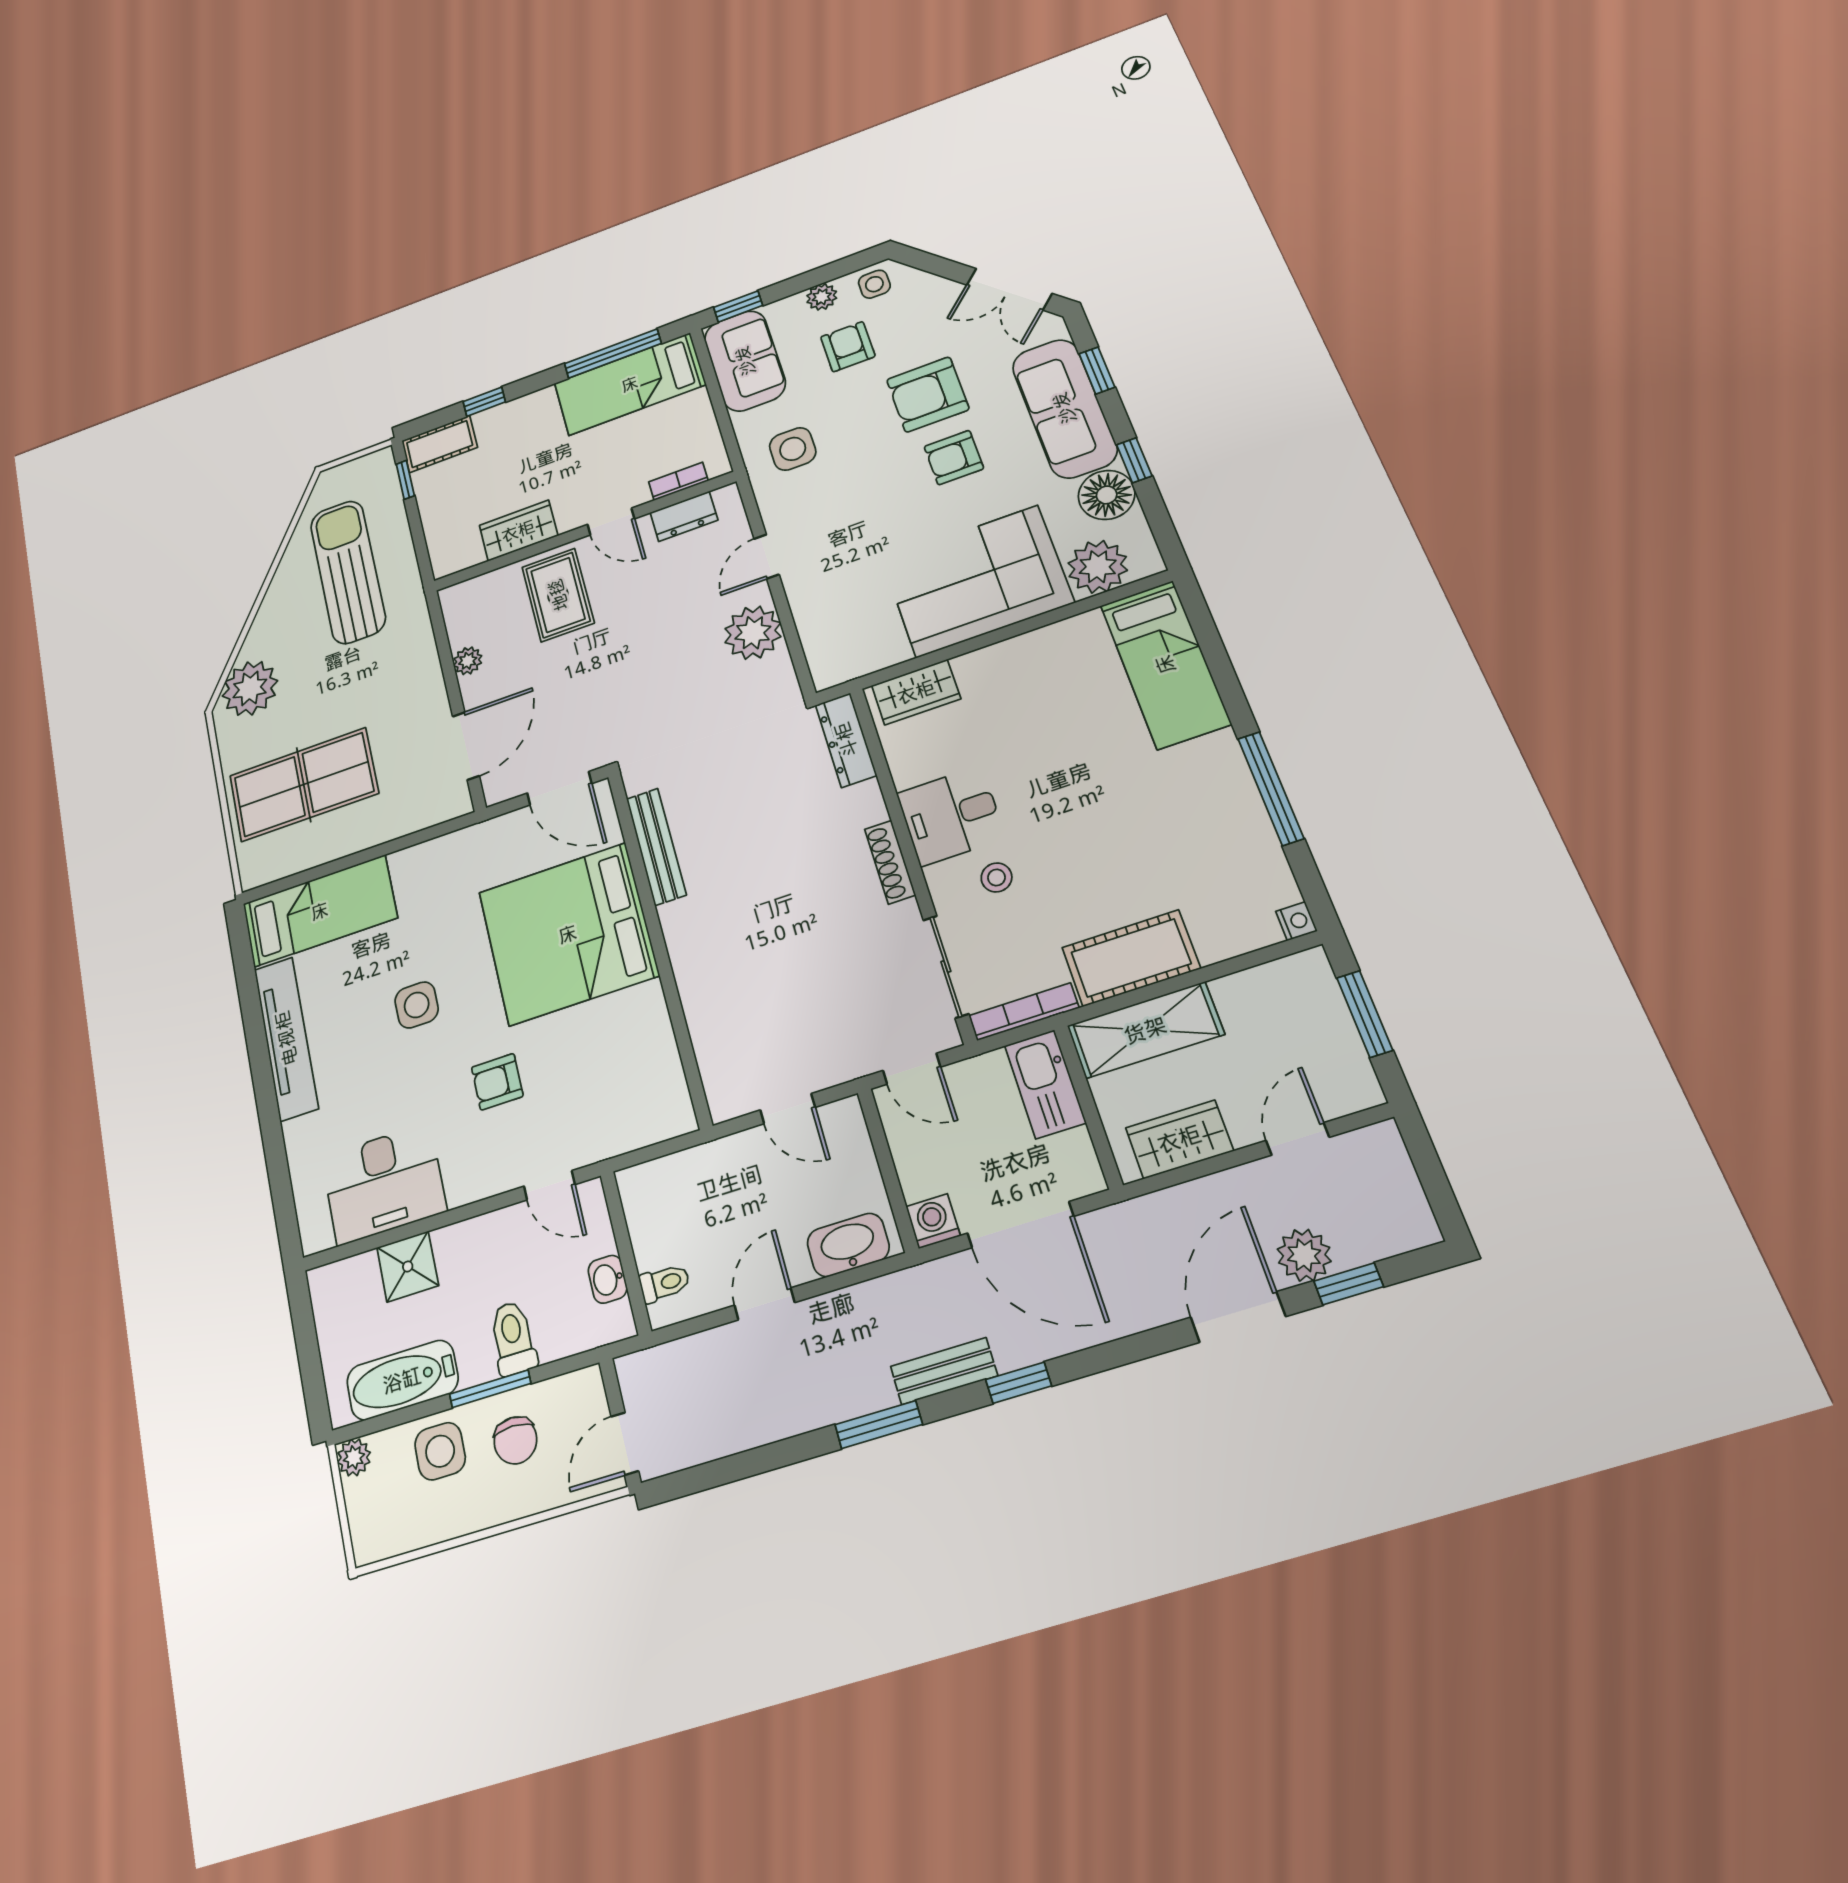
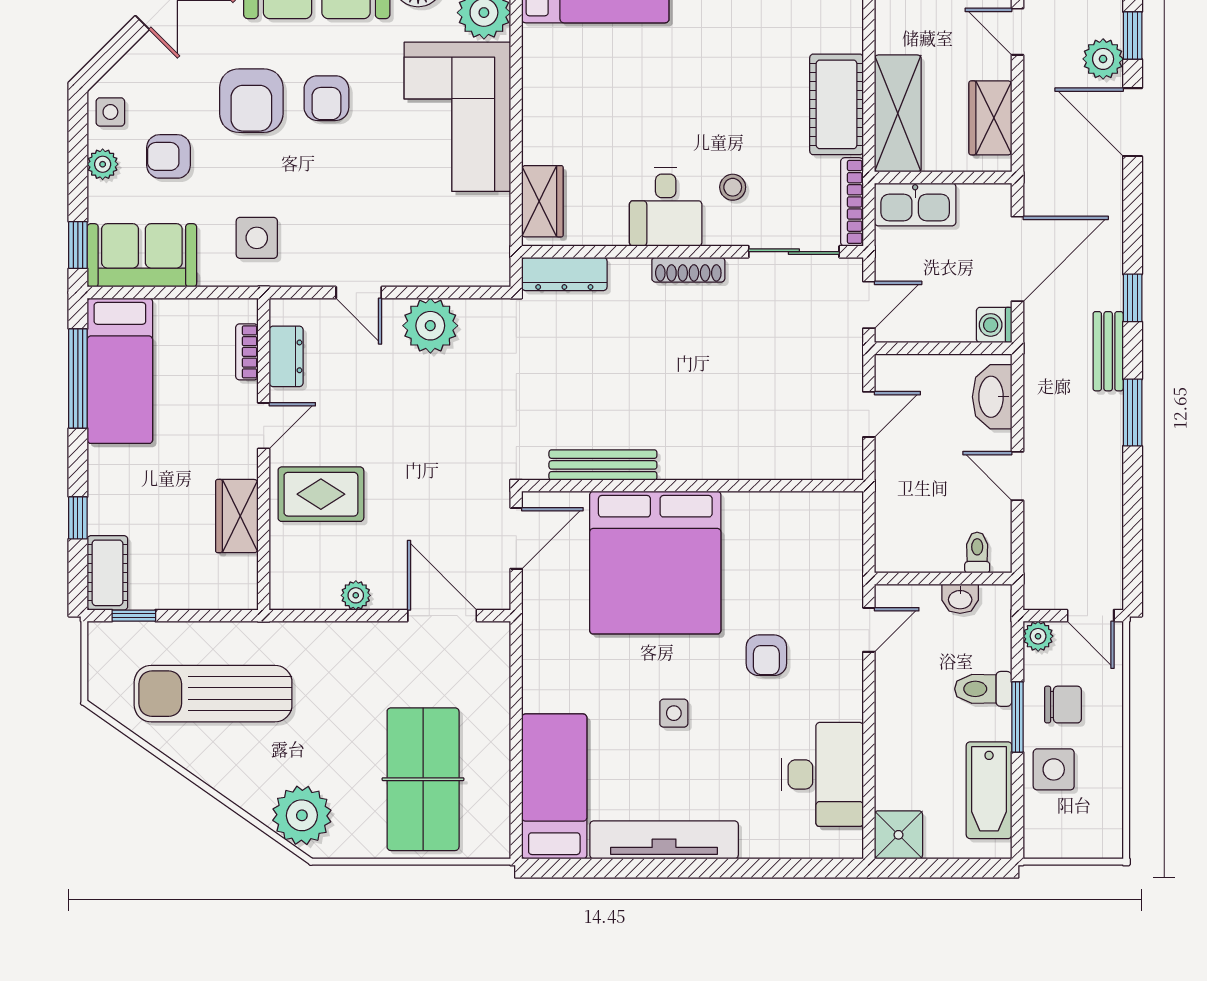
side table: (417, 1005) -> (674, 713), width x0.73, depth x0.73
shower: (408, 1266) -> (898, 835), moved
plant: (354, 1457) -> (1038, 636), moved

